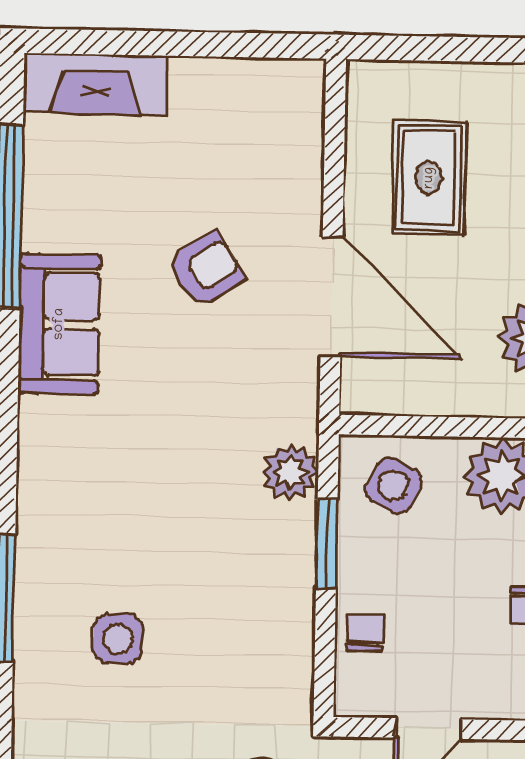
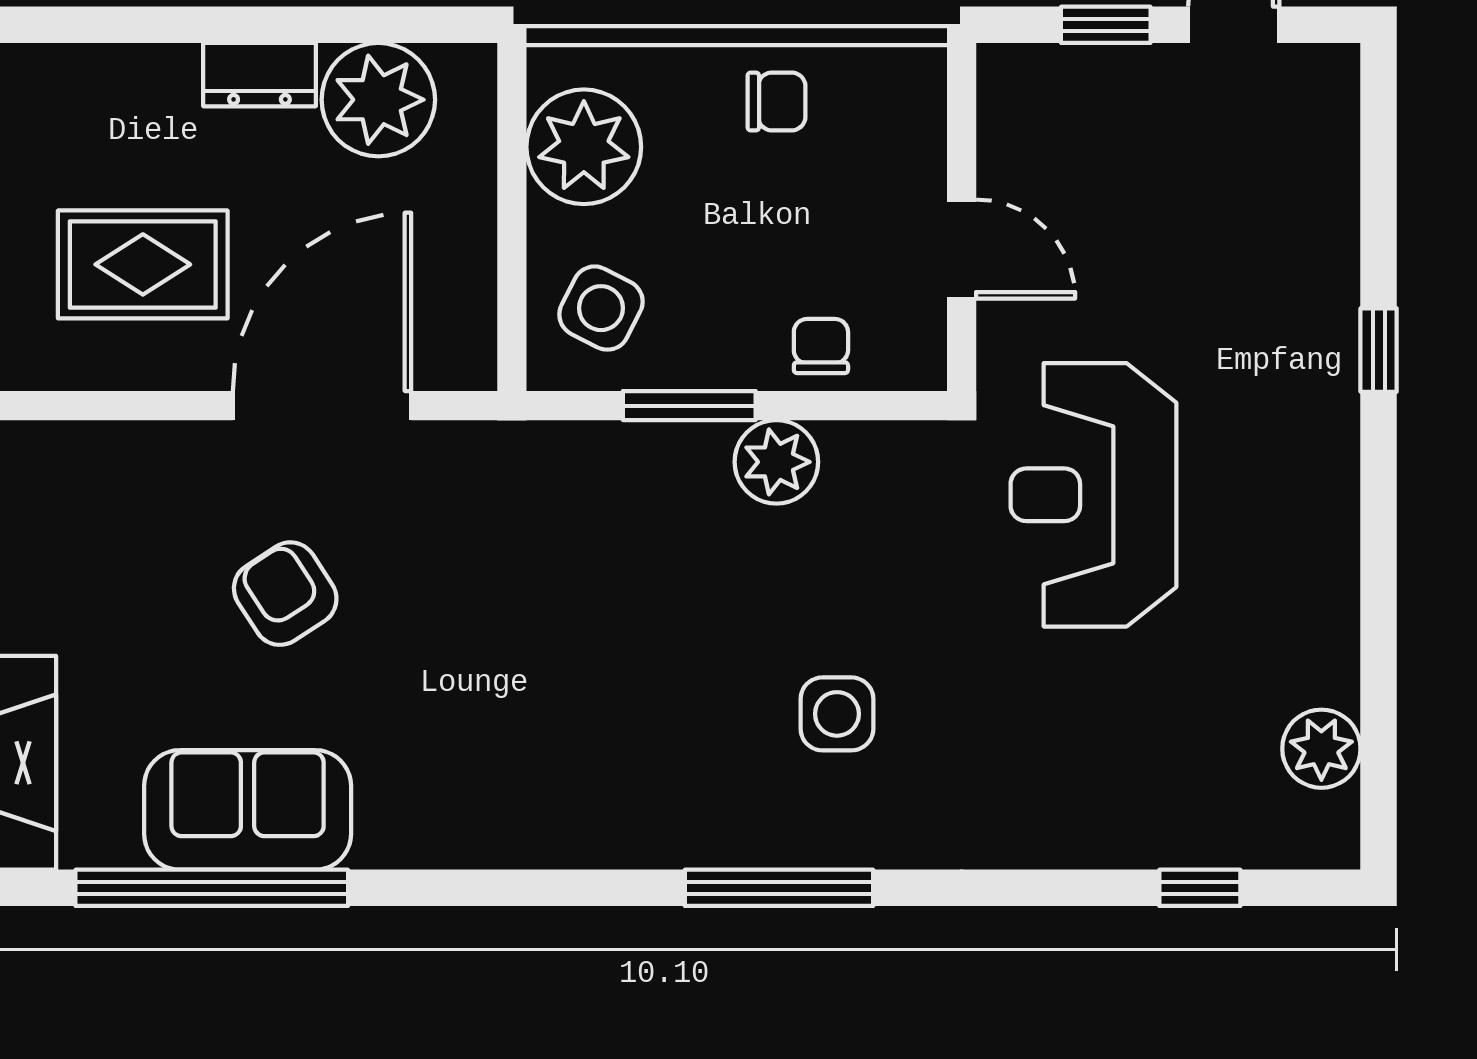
sofa: (59, 324) -> (248, 810), moved
plant: (290, 472) -> (776, 462), moved
chair: (365, 633) -> (821, 346), turned 90

